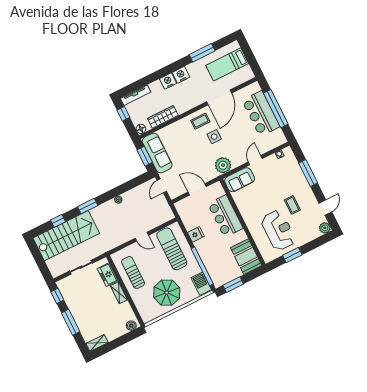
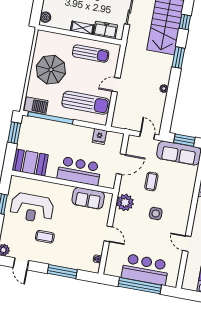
door: (219, 97) -> (187, 244), width x0.53
coffee table: (200, 121) -> (151, 181), moved
sofa: (240, 180) -> (88, 198), moved, turned -90
fridge: (196, 234) -> (99, 136), moved

